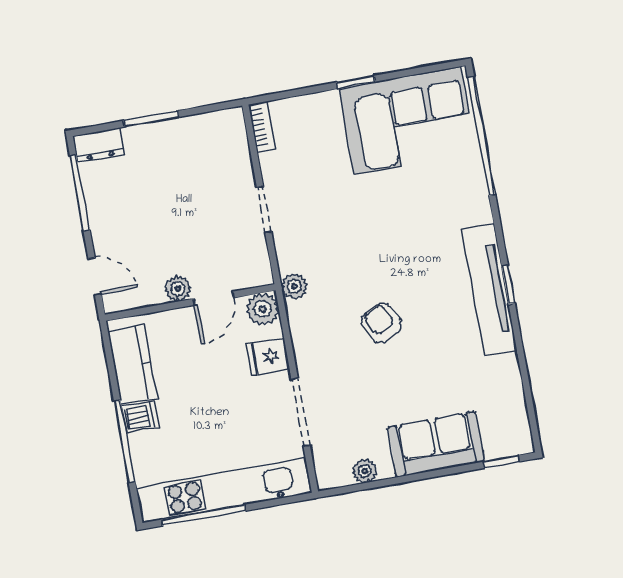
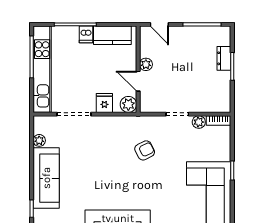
dresser: (99, 145) -> (224, 58), moved
door: (95, 276) -> (159, 24), hinge flipped
plant: (294, 286) -> (199, 122), moved
armchair: (381, 323) -> (145, 150), moved
sofa: (436, 444) -> (46, 178), width x1.36

